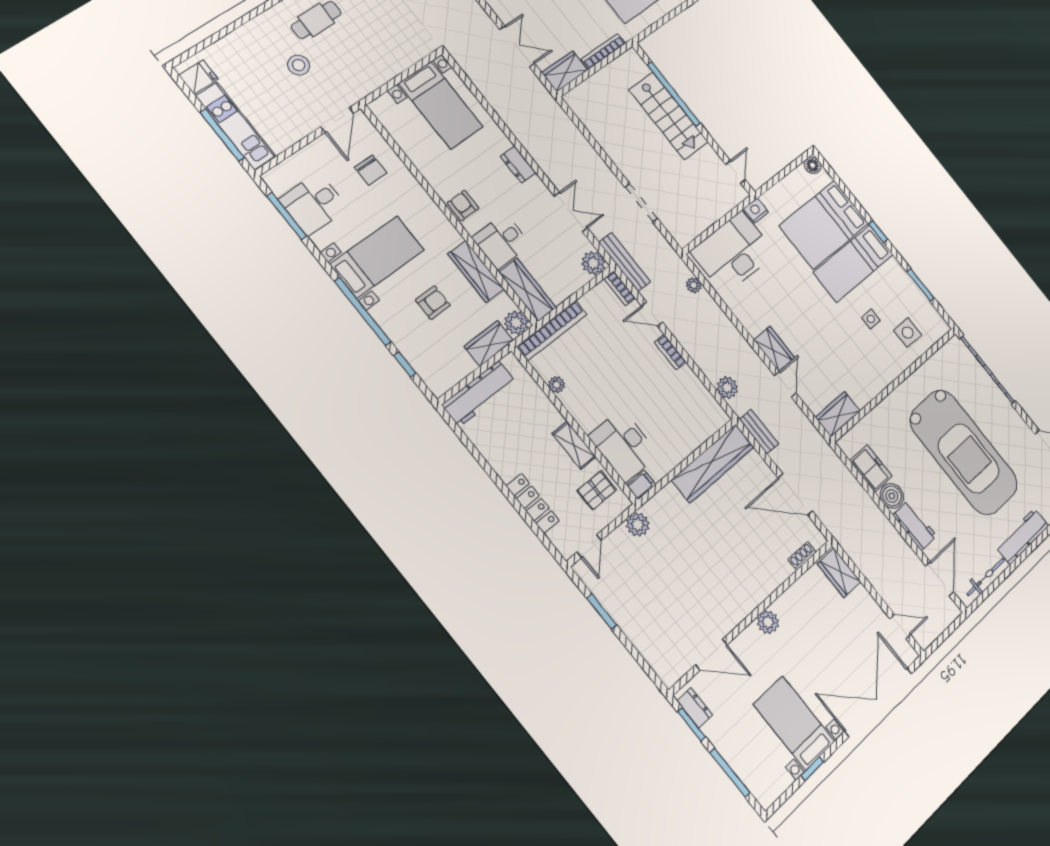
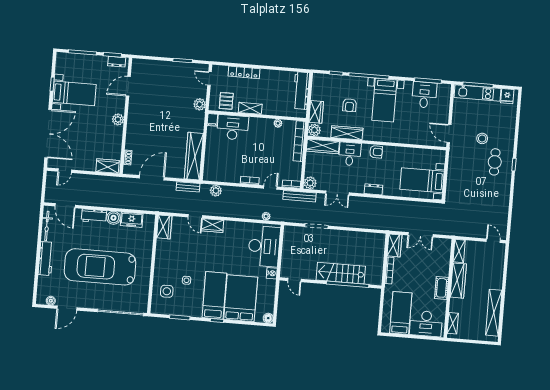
chair: (371, 170) -> (419, 129), removed

